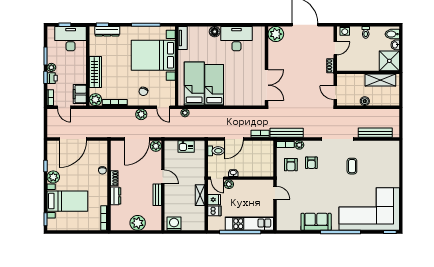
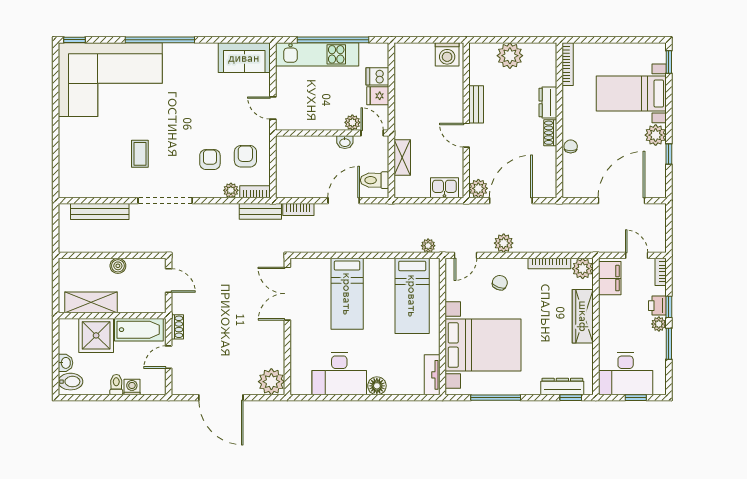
washing machine: (345, 31) -> (132, 387), moved
shower: (389, 61) -> (96, 335), moved
bathtub: (353, 64) -> (139, 330), added
bed: (214, 85) -> (347, 294), moved
door: (163, 107) -> (465, 255), swing flipped
bench: (287, 133) -> (260, 211), width x0.73
kitchen sink: (186, 146) -> (444, 188), moved
shelving: (200, 195) -> (402, 158), moved
sofa: (316, 222) -> (244, 58), moved

